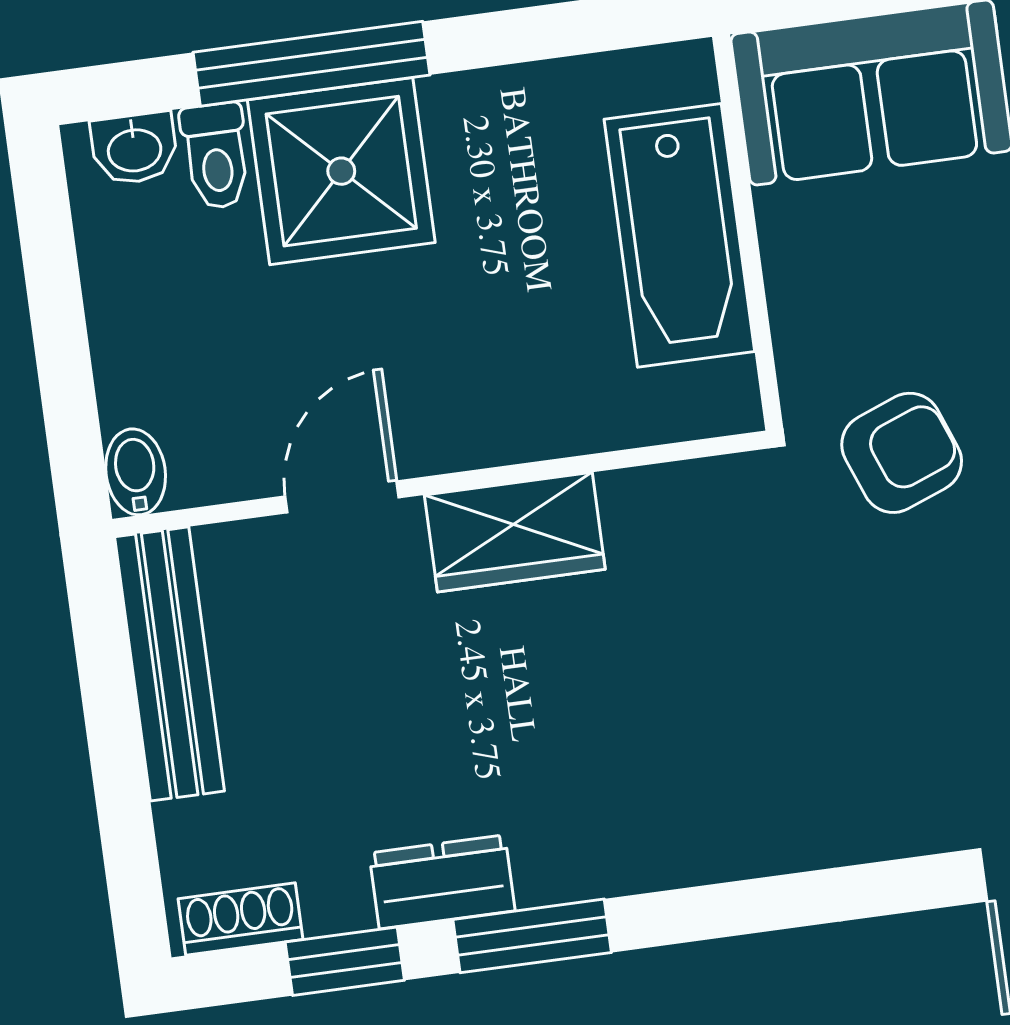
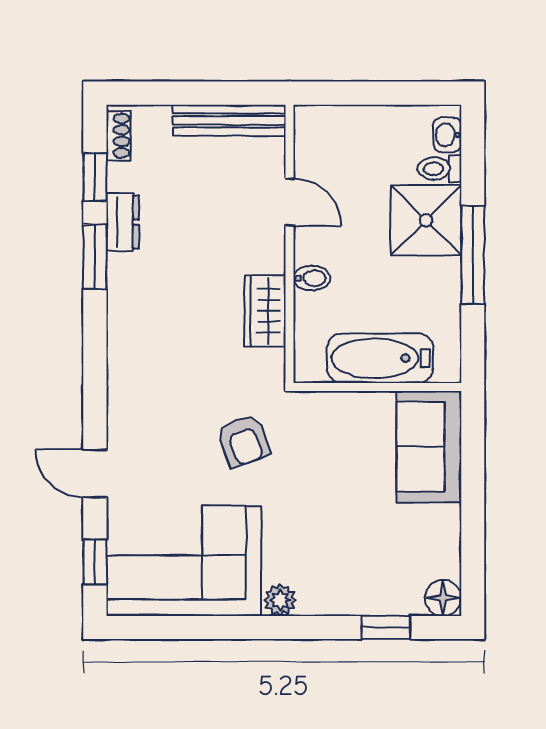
window: (312, 64) -> (473, 255), moved
armchair: (902, 453) -> (244, 441), moved
bidet: (136, 472) -> (312, 278), moved
wardrobe: (515, 532) -> (265, 311), moved

